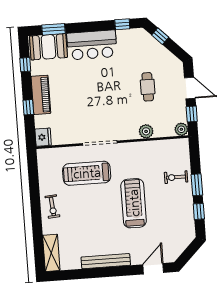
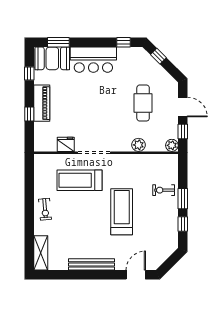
cafe table: (148, 87) -> (143, 103), width x1.37, depth x1.35
fridge: (43, 137) -> (66, 144), moved, turned -90

